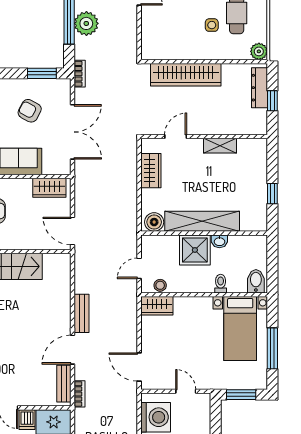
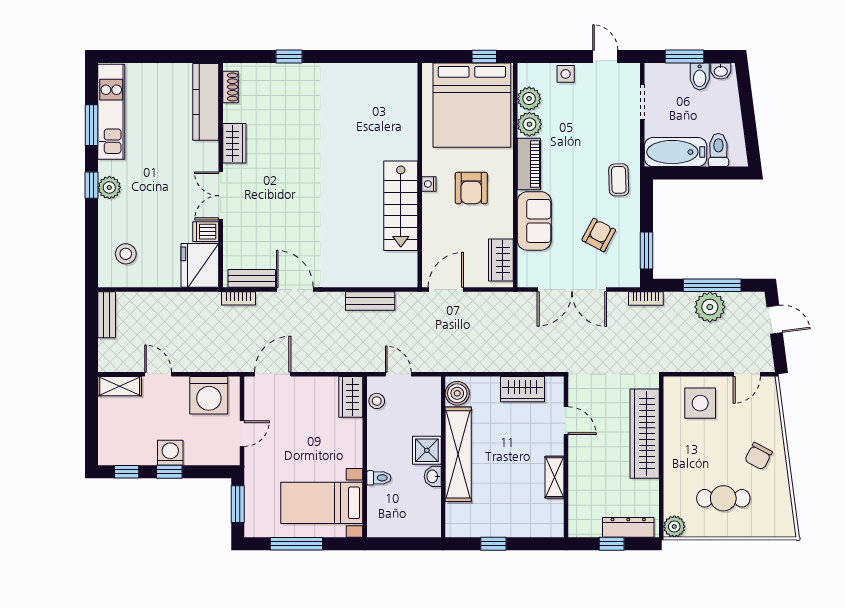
side table: (212, 25) -> (700, 403), moved, width x1.87, depth x1.87
shower: (195, 250) -> (427, 450), width x0.73, depth x0.73
bidet: (256, 281) -> (382, 523), removed
bench: (82, 313) -> (370, 301), moved

